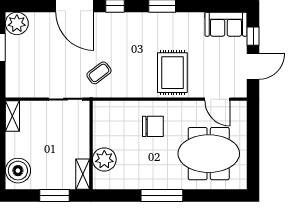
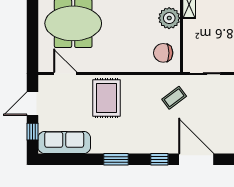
sofa: (226, 24) -> (64, 143), width x1.36
chair: (153, 126) -> (163, 53), moved

